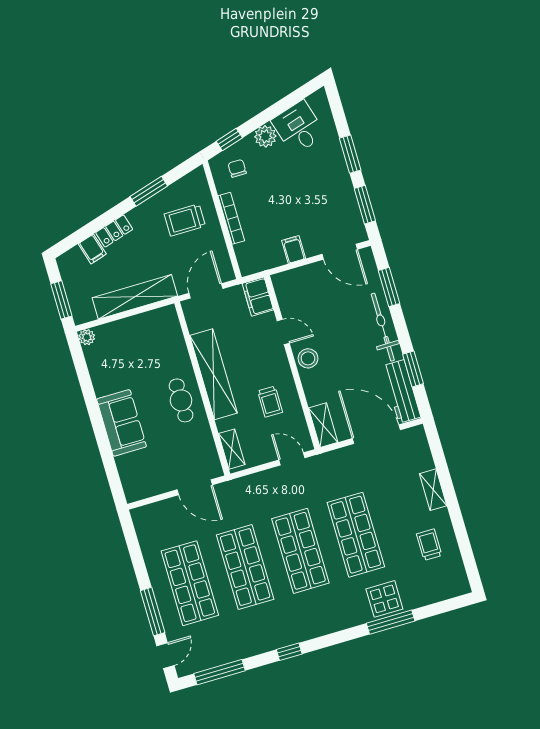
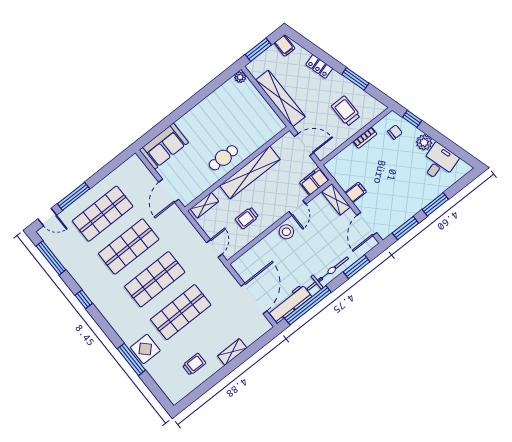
bookcase: (231, 218) -> (365, 138), width x0.64
filing cabinet: (92, 249) -> (285, 46), moved, turned -74
window: (413, 369) -> (308, 305), width x2.11
sofa: (122, 423) -> (164, 146), moved
shelving: (323, 425) -> (336, 200), moved, turned 90

